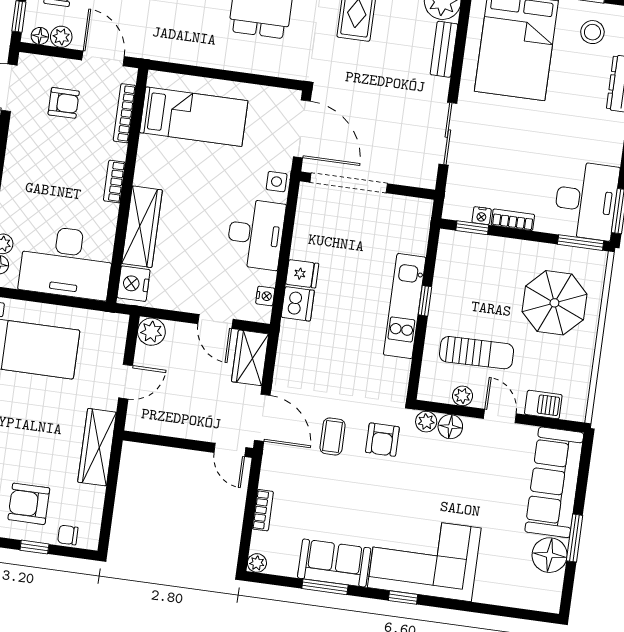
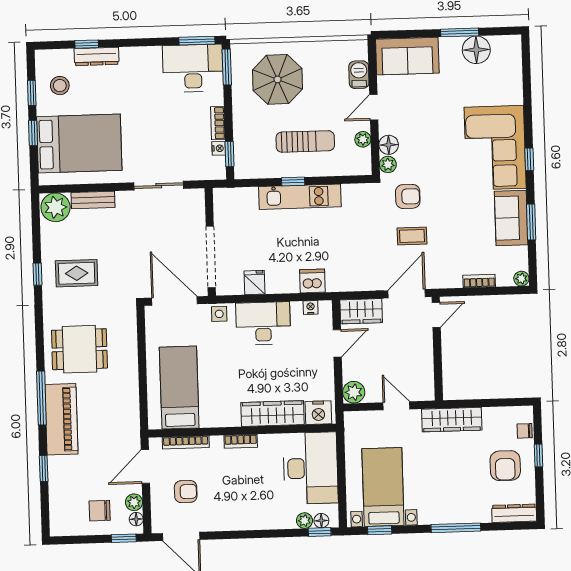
armchair: (64, 103) -> (186, 492), turned 90
door: (302, 129) -> (174, 301), hinge flipped
fridge: (302, 274) -> (255, 282), moved
sun lounger: (477, 353) -> (305, 141), moved, turned 91
sofa: (554, 482) -> (407, 56), width x0.73
chair: (68, 535) -> (525, 431), turned 90

